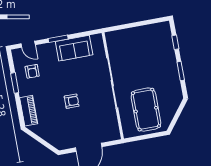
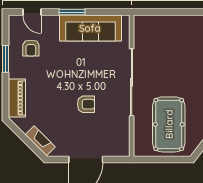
sofa: (74, 48) -> (90, 28), width x1.36
armchair: (72, 101) -> (86, 104), moved
fireplace: (52, 139) -> (40, 141), added

